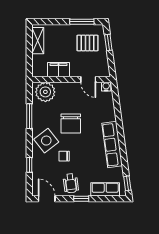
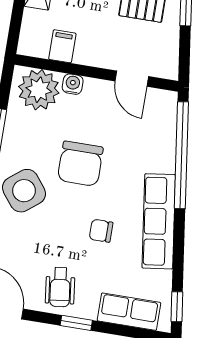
filing cabinet: (58, 70) -> (62, 46), width x0.50
water cooler: (106, 87) -> (73, 84), moved
window: (118, 112) -> (181, 155), added
chair: (64, 156) -> (101, 231), moved

